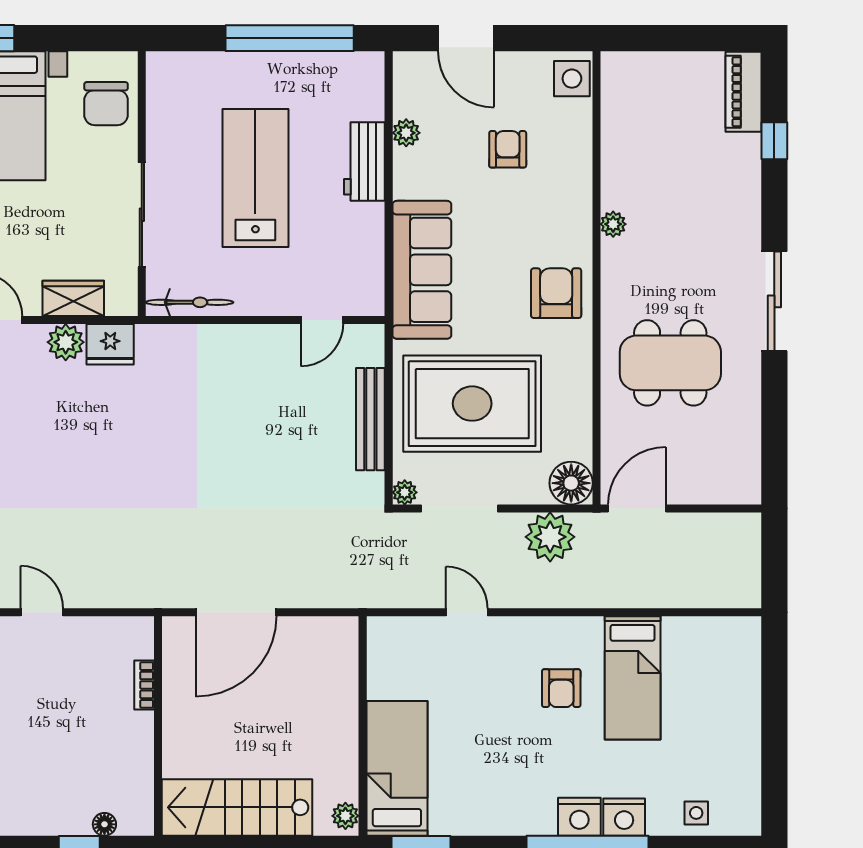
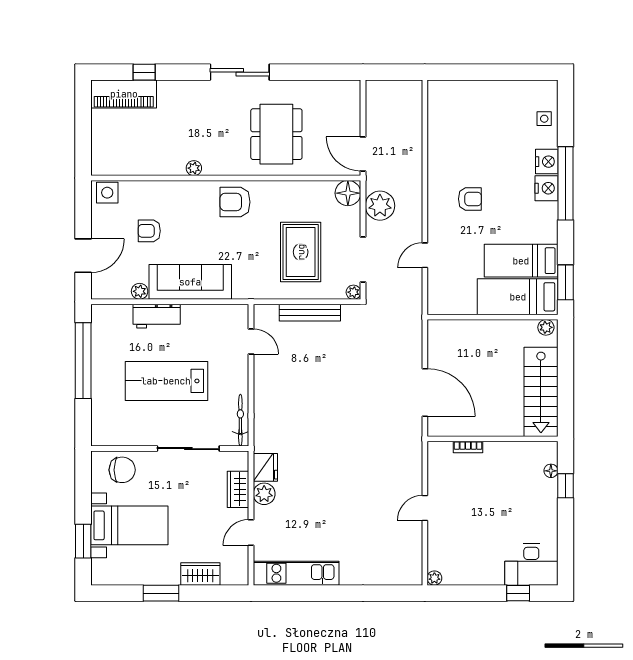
piano: (743, 92) -> (124, 94), width x1.37, depth x1.33
sofa: (422, 270) -> (190, 282), moved
rug: (472, 404) -> (301, 252), width x0.73, depth x0.69
bed: (633, 678) -> (521, 261), moved, turned 180

